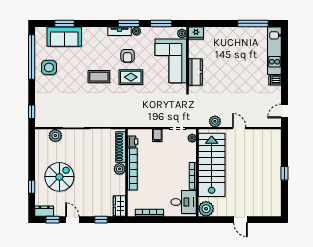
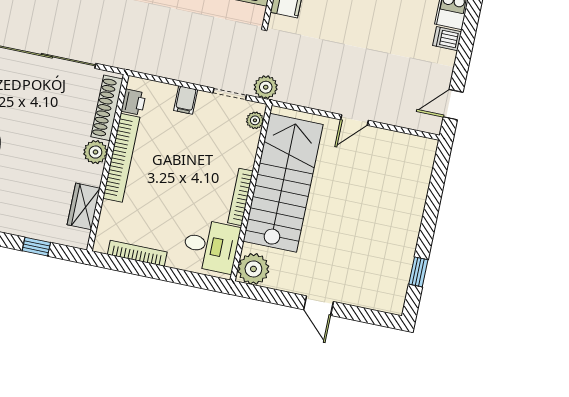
plant: (215, 121) -> (266, 87), moved
door: (239, 128) -> (355, 120), swing flipped
window: (285, 173) -> (418, 272), moved
wardrobe: (119, 206) -> (84, 206), moved

